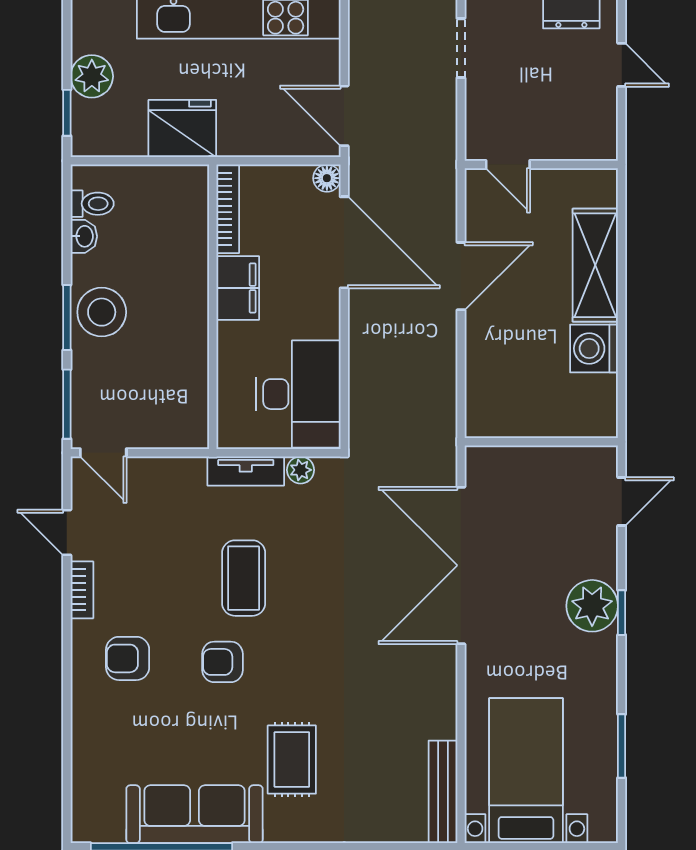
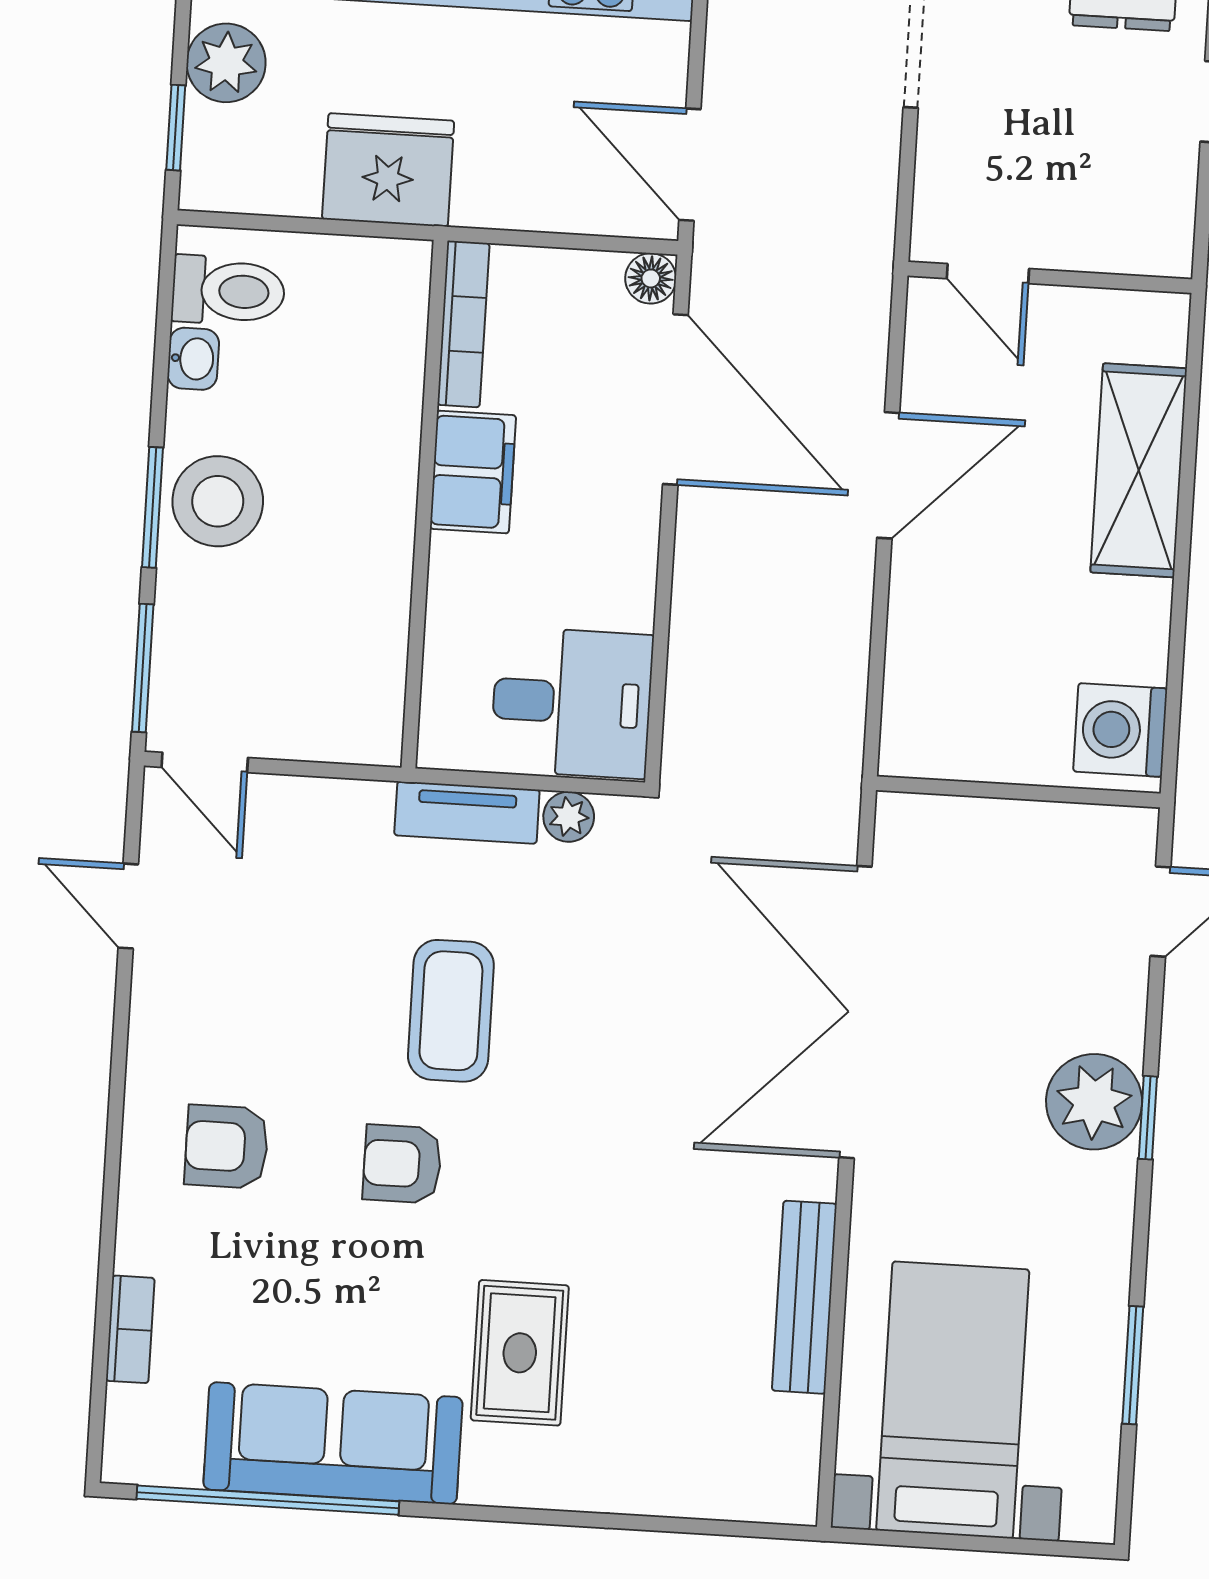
toilet: (92, 204) -> (228, 291), width x1.37, depth x1.39
washing machine: (594, 348) -> (1120, 730), moved
desk: (298, 394) -> (572, 703), width x0.73
bookcase: (82, 590) -> (130, 1329), moved
bench: (443, 792) -> (804, 1297), moved

